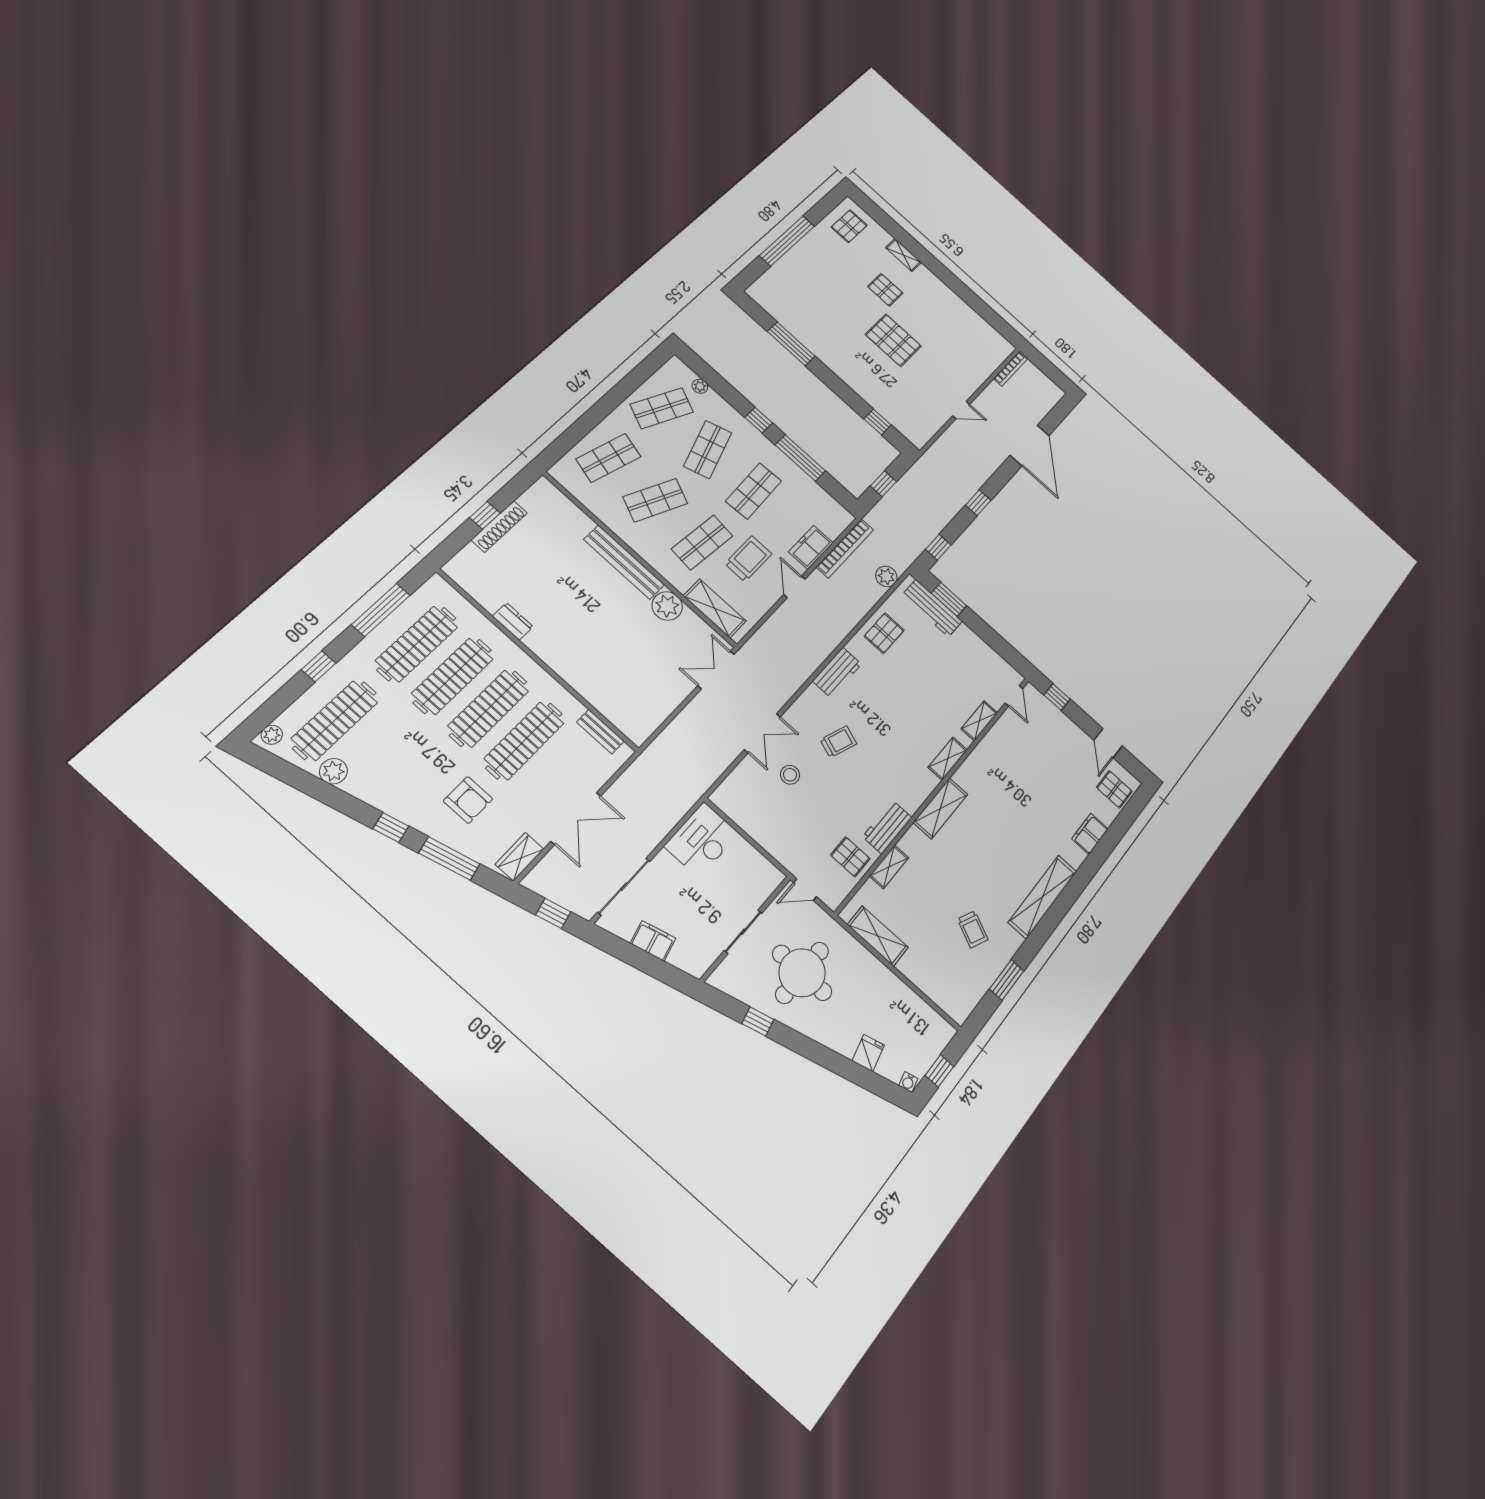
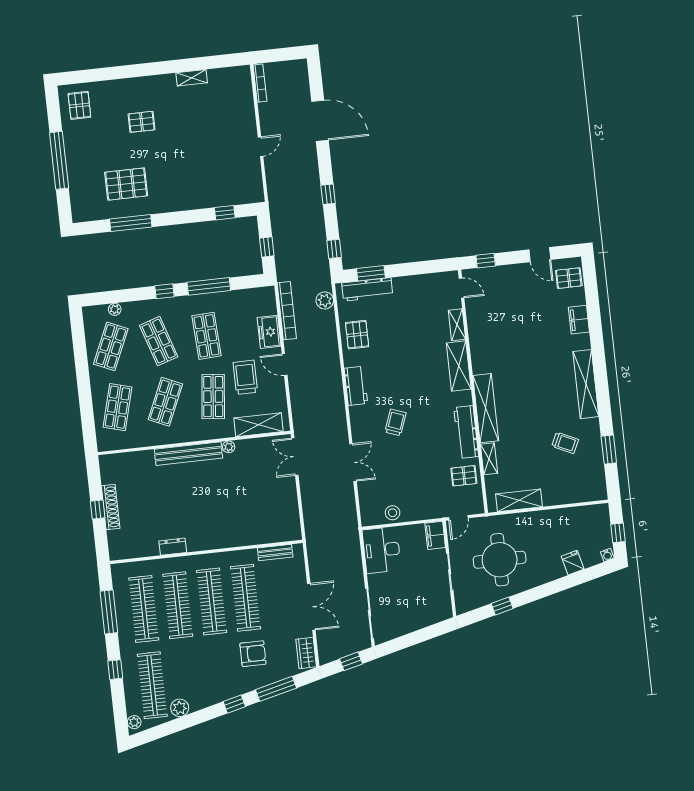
shelving: (903, 255) -> (192, 78), moved
pallet: (893, 340) -> (126, 184), moved
plant: (667, 606) -> (229, 447), width x0.53, depth x0.53
shelving: (948, 759) -> (459, 366), width x1.50, depth x1.33
stool: (790, 775) -> (393, 513), moved
shelving: (941, 808) -> (486, 408), width x1.47
workbench: (887, 827) -> (466, 432), width x1.38
filing cabinet: (653, 941) -> (435, 535), moved, turned -76

